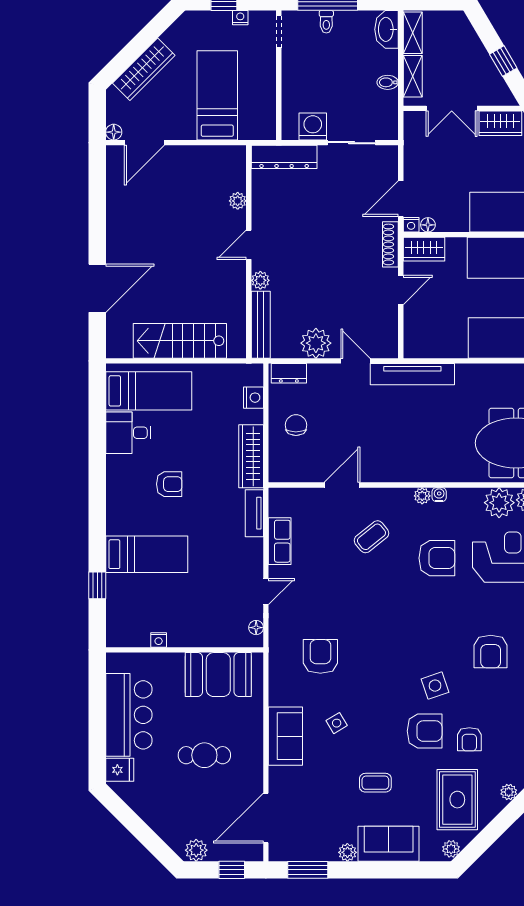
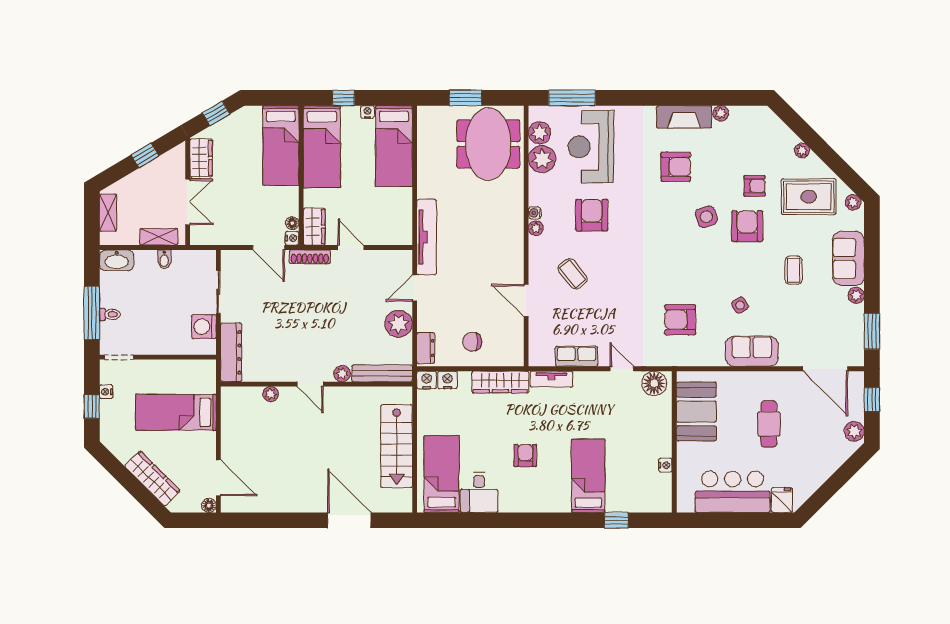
shelving: (413, 33) -> (108, 213), moved, turned 90
nightstand: (253, 374) -> (427, 380), added
floor lamp: (256, 628) -> (654, 383), width x1.89, depth x1.89

